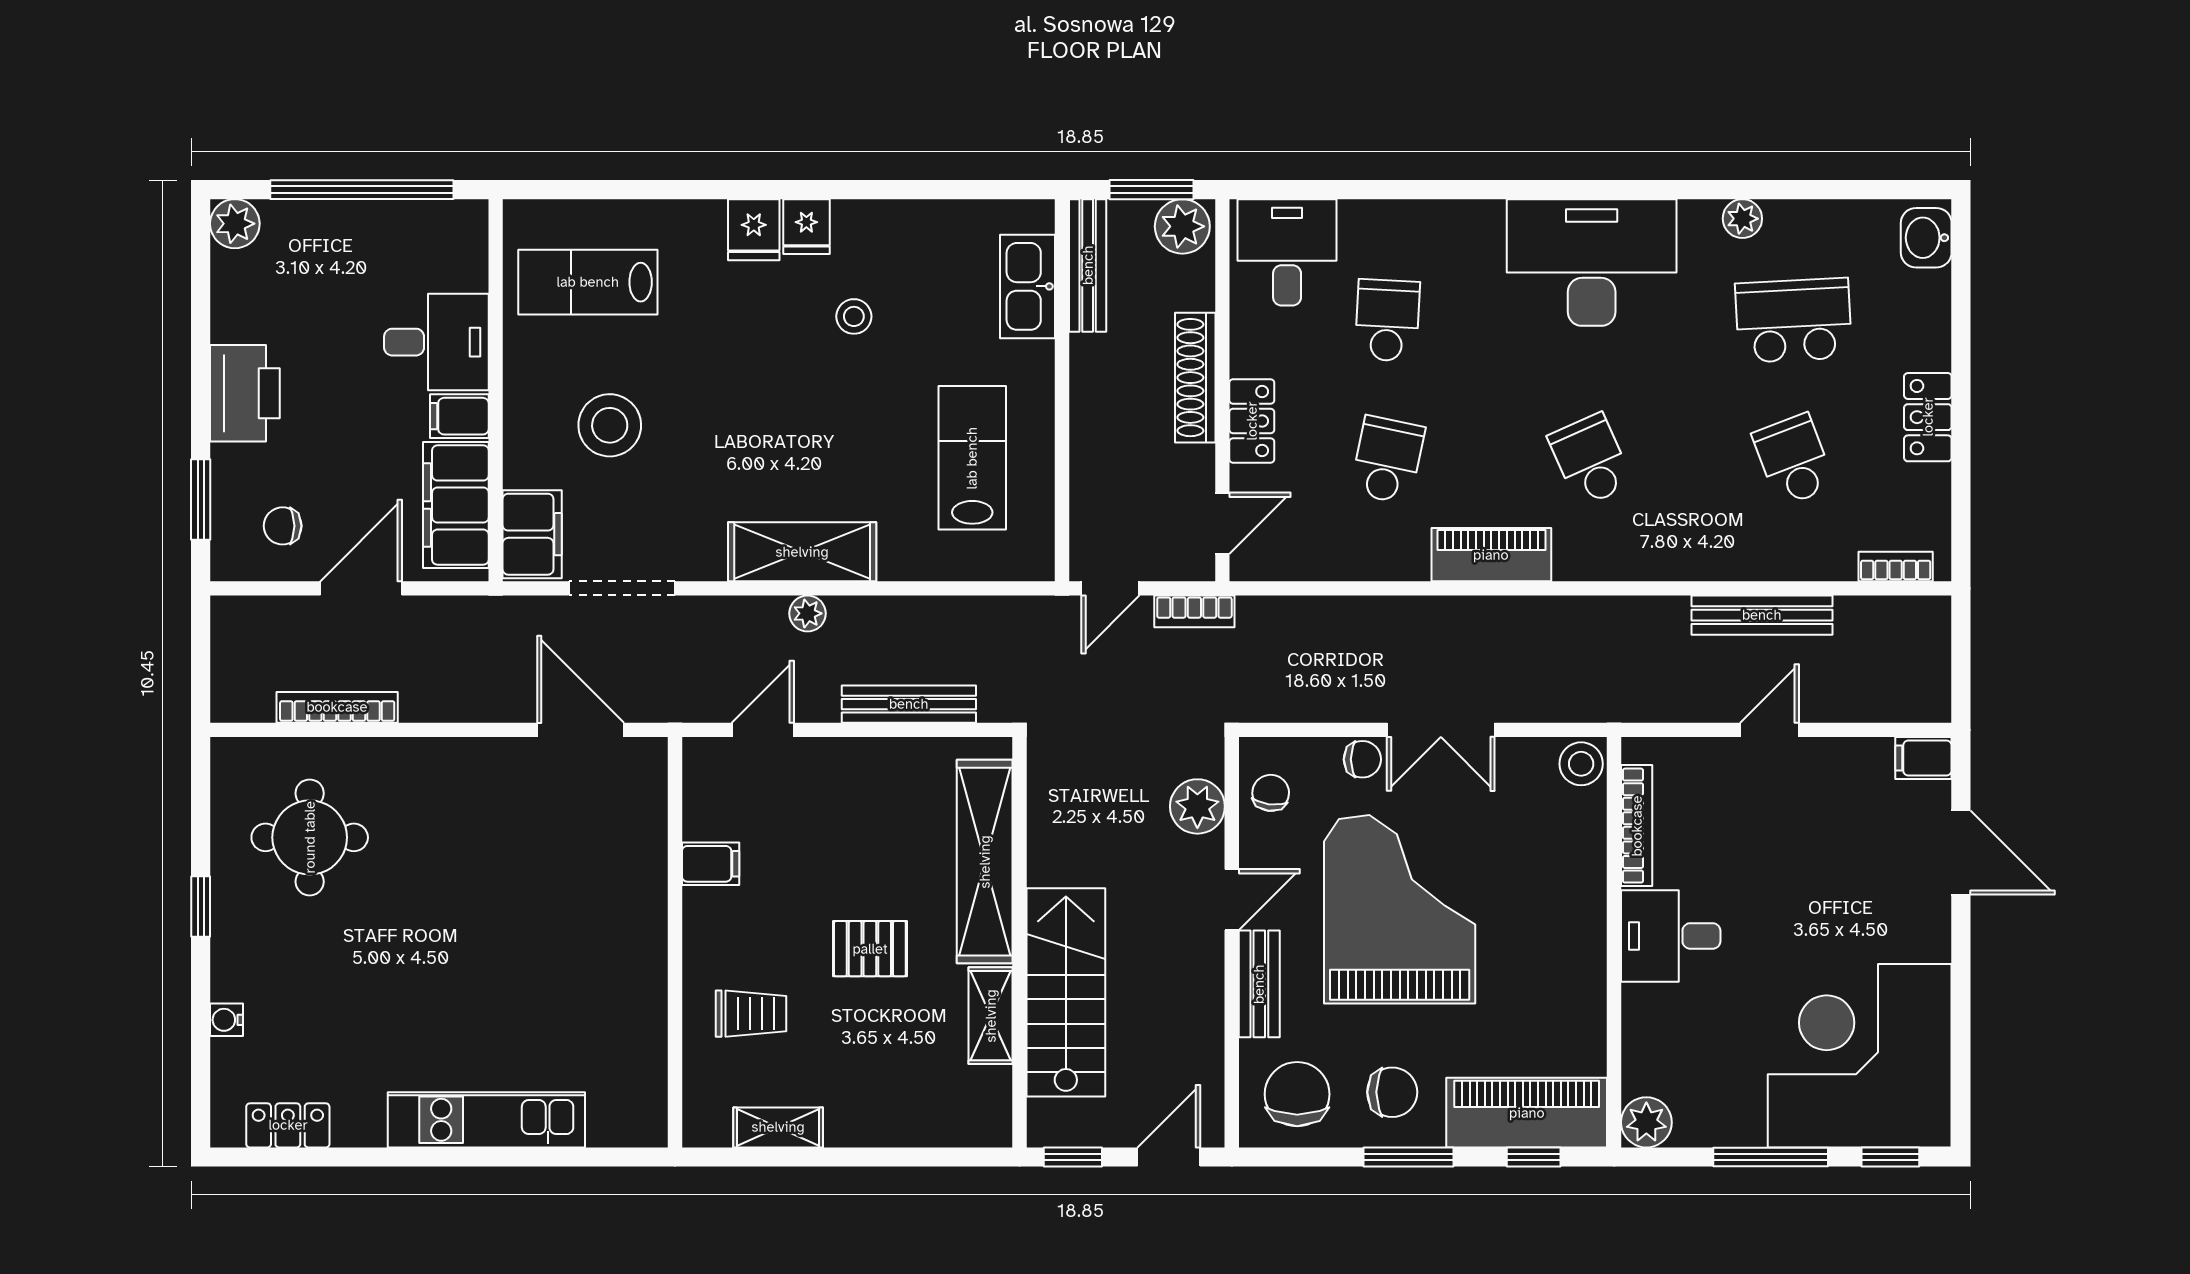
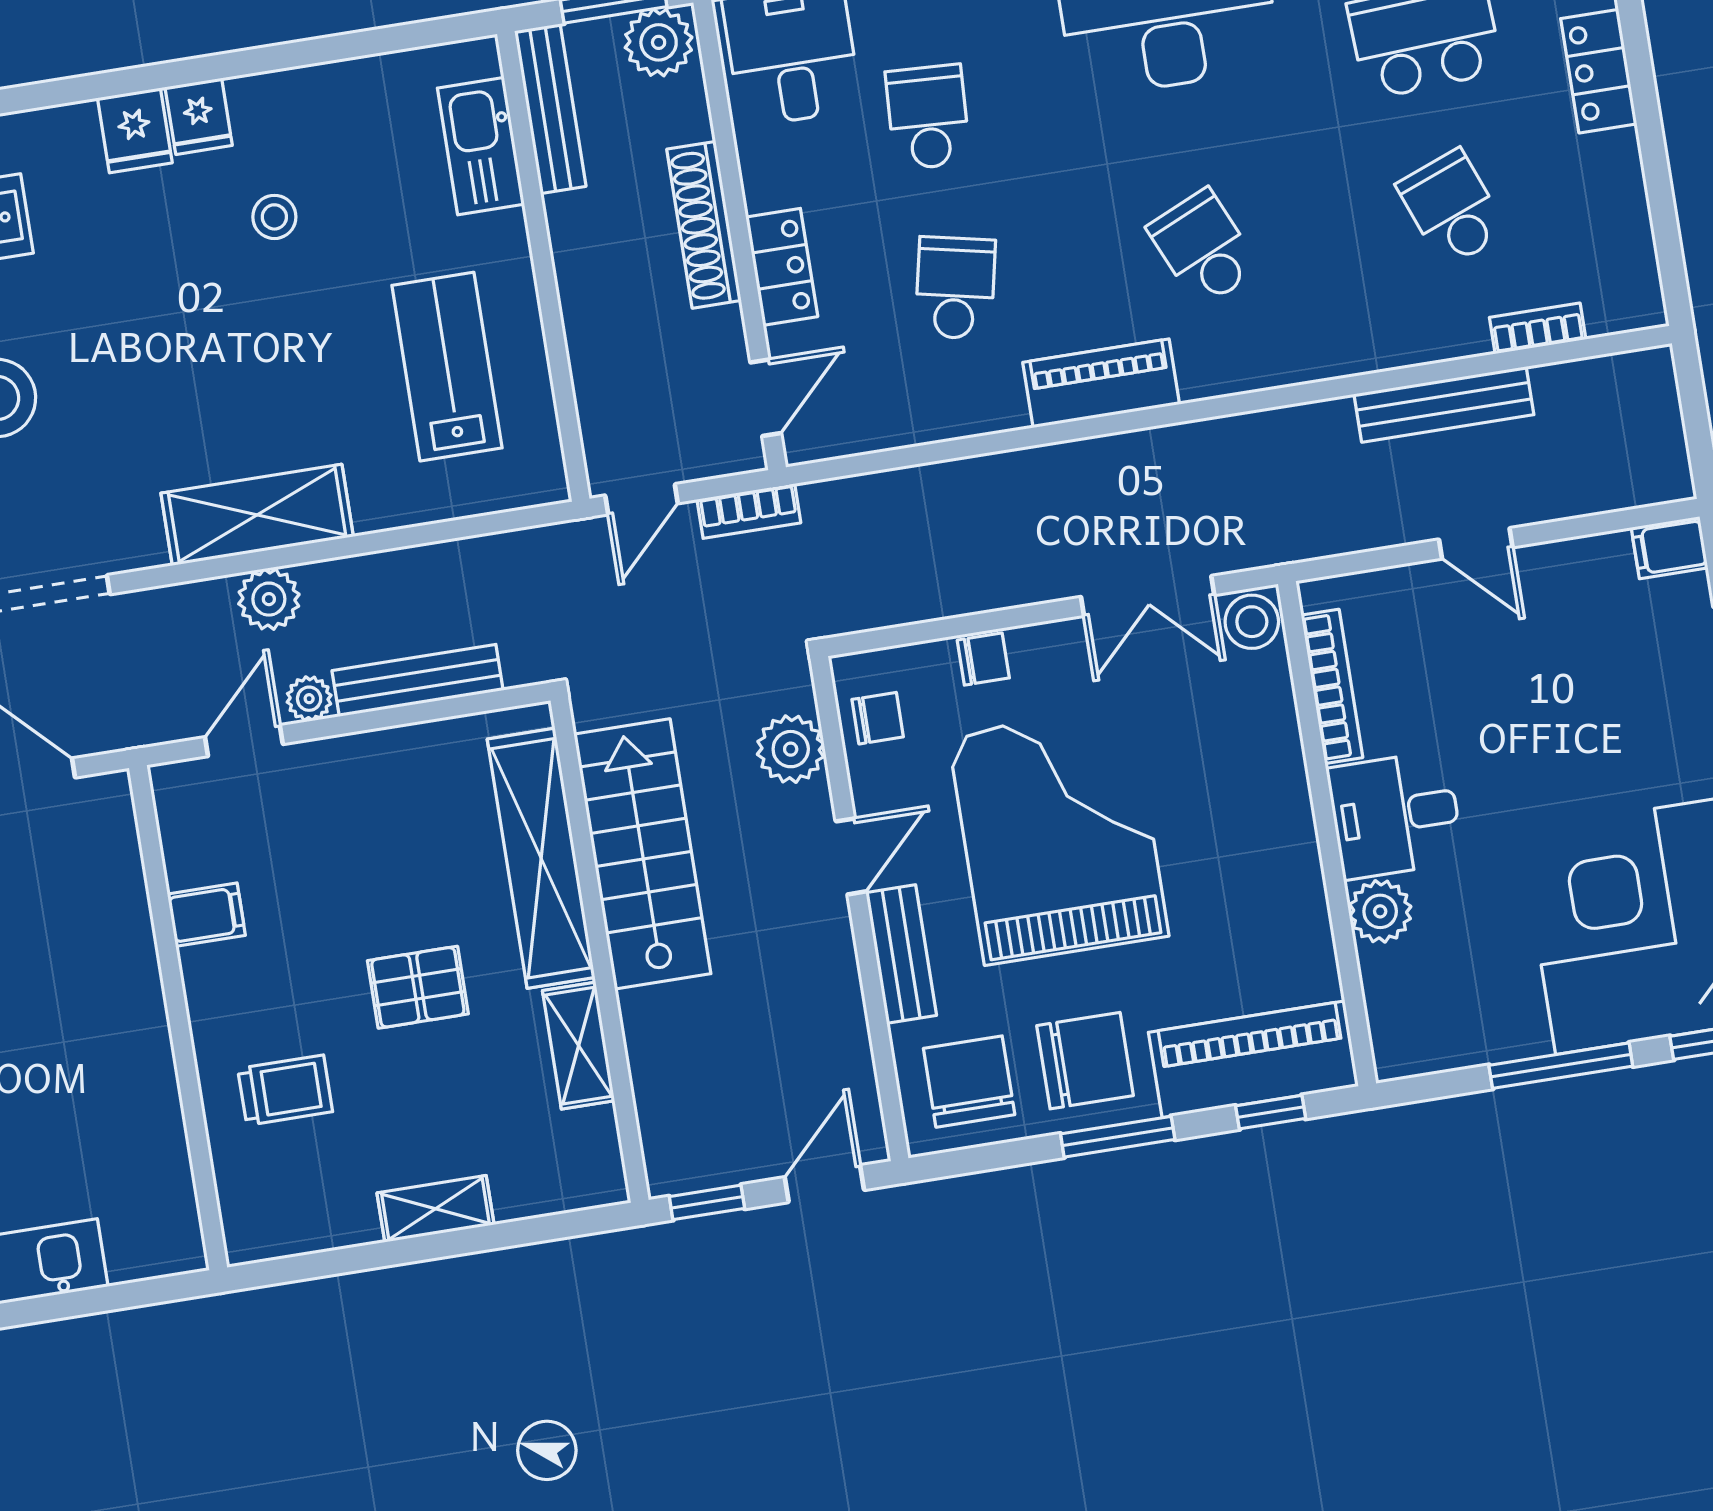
locker: (1928, 417) -> (1599, 71), moved
bookcase: (1896, 566) -> (1538, 328), moved
plant: (808, 613) -> (269, 599), width x1.38, depth x1.38
plant: (820, 705) -> (309, 699), added
double door: (1441, 730) -> (1148, 596), moved
door: (1770, 730) -> (1476, 543), swing flipped
chair: (1271, 793) -> (878, 718), turned 83
stairs: (1066, 992) -> (642, 854), moved
chair: (1392, 1092) -> (1085, 1061), width x1.37, depth x1.37
plant: (1646, 1122) -> (1380, 911), moved
shelving: (778, 1127) -> (435, 1209), moved

